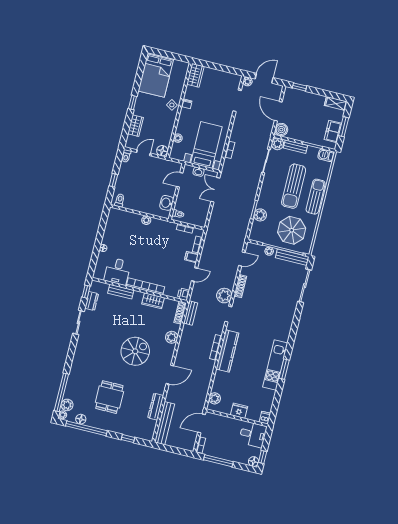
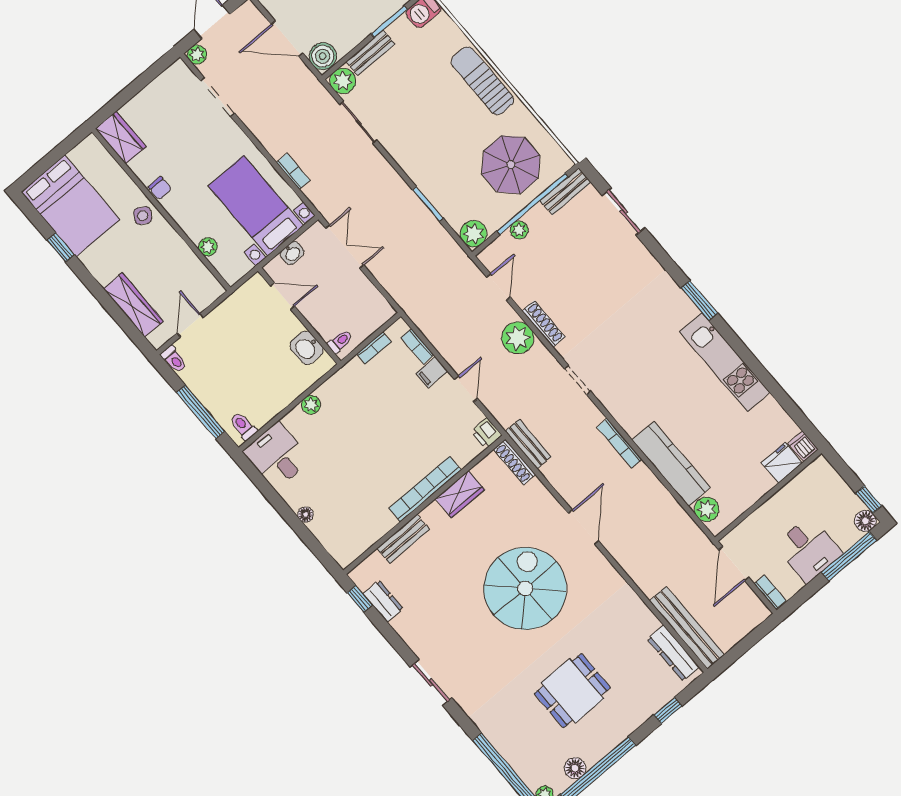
window: (133, 103) -> (61, 247), moved
wardrobe: (136, 126) -> (133, 305), width x1.50
floor lamp: (162, 151) -> (210, 290), removed
window: (113, 180) -> (201, 412), width x2.17
door: (180, 180) -> (282, 296), swing flipped
sun lounger: (294, 186) -> (437, 106), removed
double door: (215, 190) -> (345, 247), swing flipped
plant: (260, 215) -> (473, 234), moved
bench: (292, 257) -> (566, 191), width x0.73
desk: (117, 271) -> (277, 456), moved, turned 180
sliding door: (305, 286) -> (624, 212), width x0.73
plant: (224, 296) -> (518, 338), moved
sliding door: (79, 322) -> (431, 682), moved
plant: (172, 337) -> (547, 507), removed
spiral stairs: (135, 351) -> (525, 588), width x1.37, depth x1.37
kitchen counter: (227, 351) -> (671, 464), moved
window: (284, 369) -> (699, 300), moved
door: (170, 375) -> (583, 527), moved
dining table: (109, 397) -> (572, 691), turned 90
plant: (67, 405) -> (533, 774), removed
dresser: (156, 407) -> (673, 653), moved
fridge: (239, 411) -> (782, 463), moved
desk: (253, 434) -> (808, 549), moved, turned 90
window: (218, 461) -> (849, 556), moved

